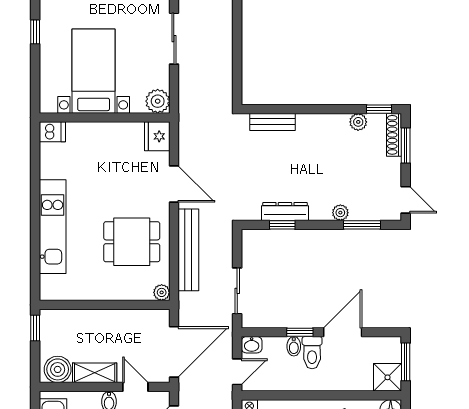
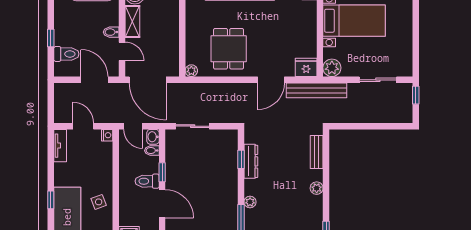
plant: (358, 122) -> (317, 188), moved
bench: (188, 250) -> (316, 90), moved
bidet: (294, 346) -> (152, 151), moved
door: (135, 387) -> (122, 51), hinge flipped

